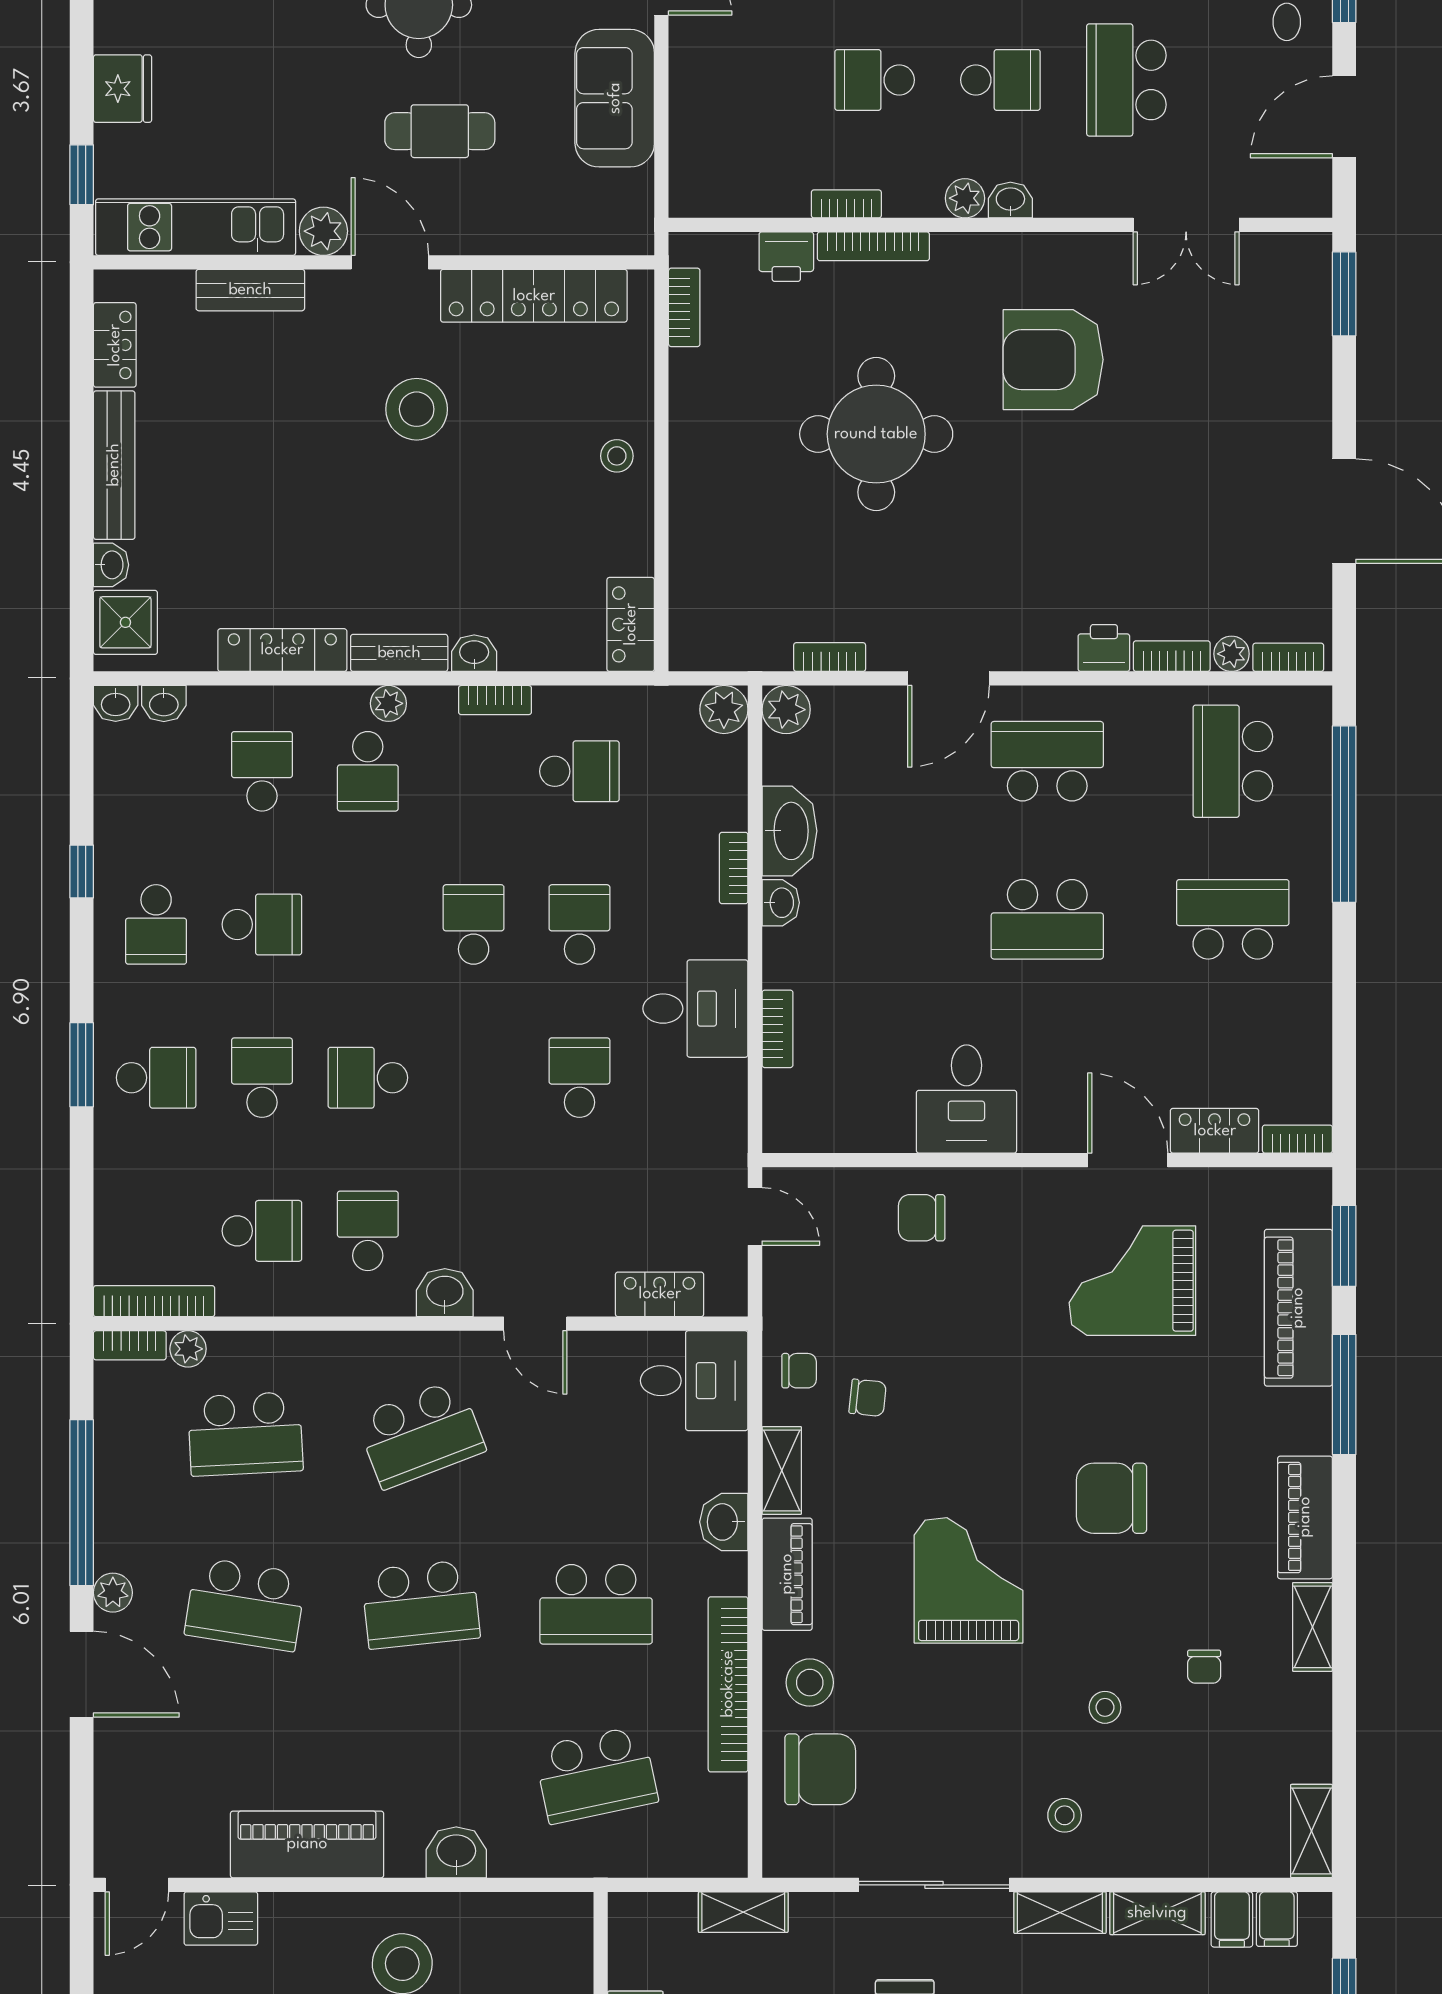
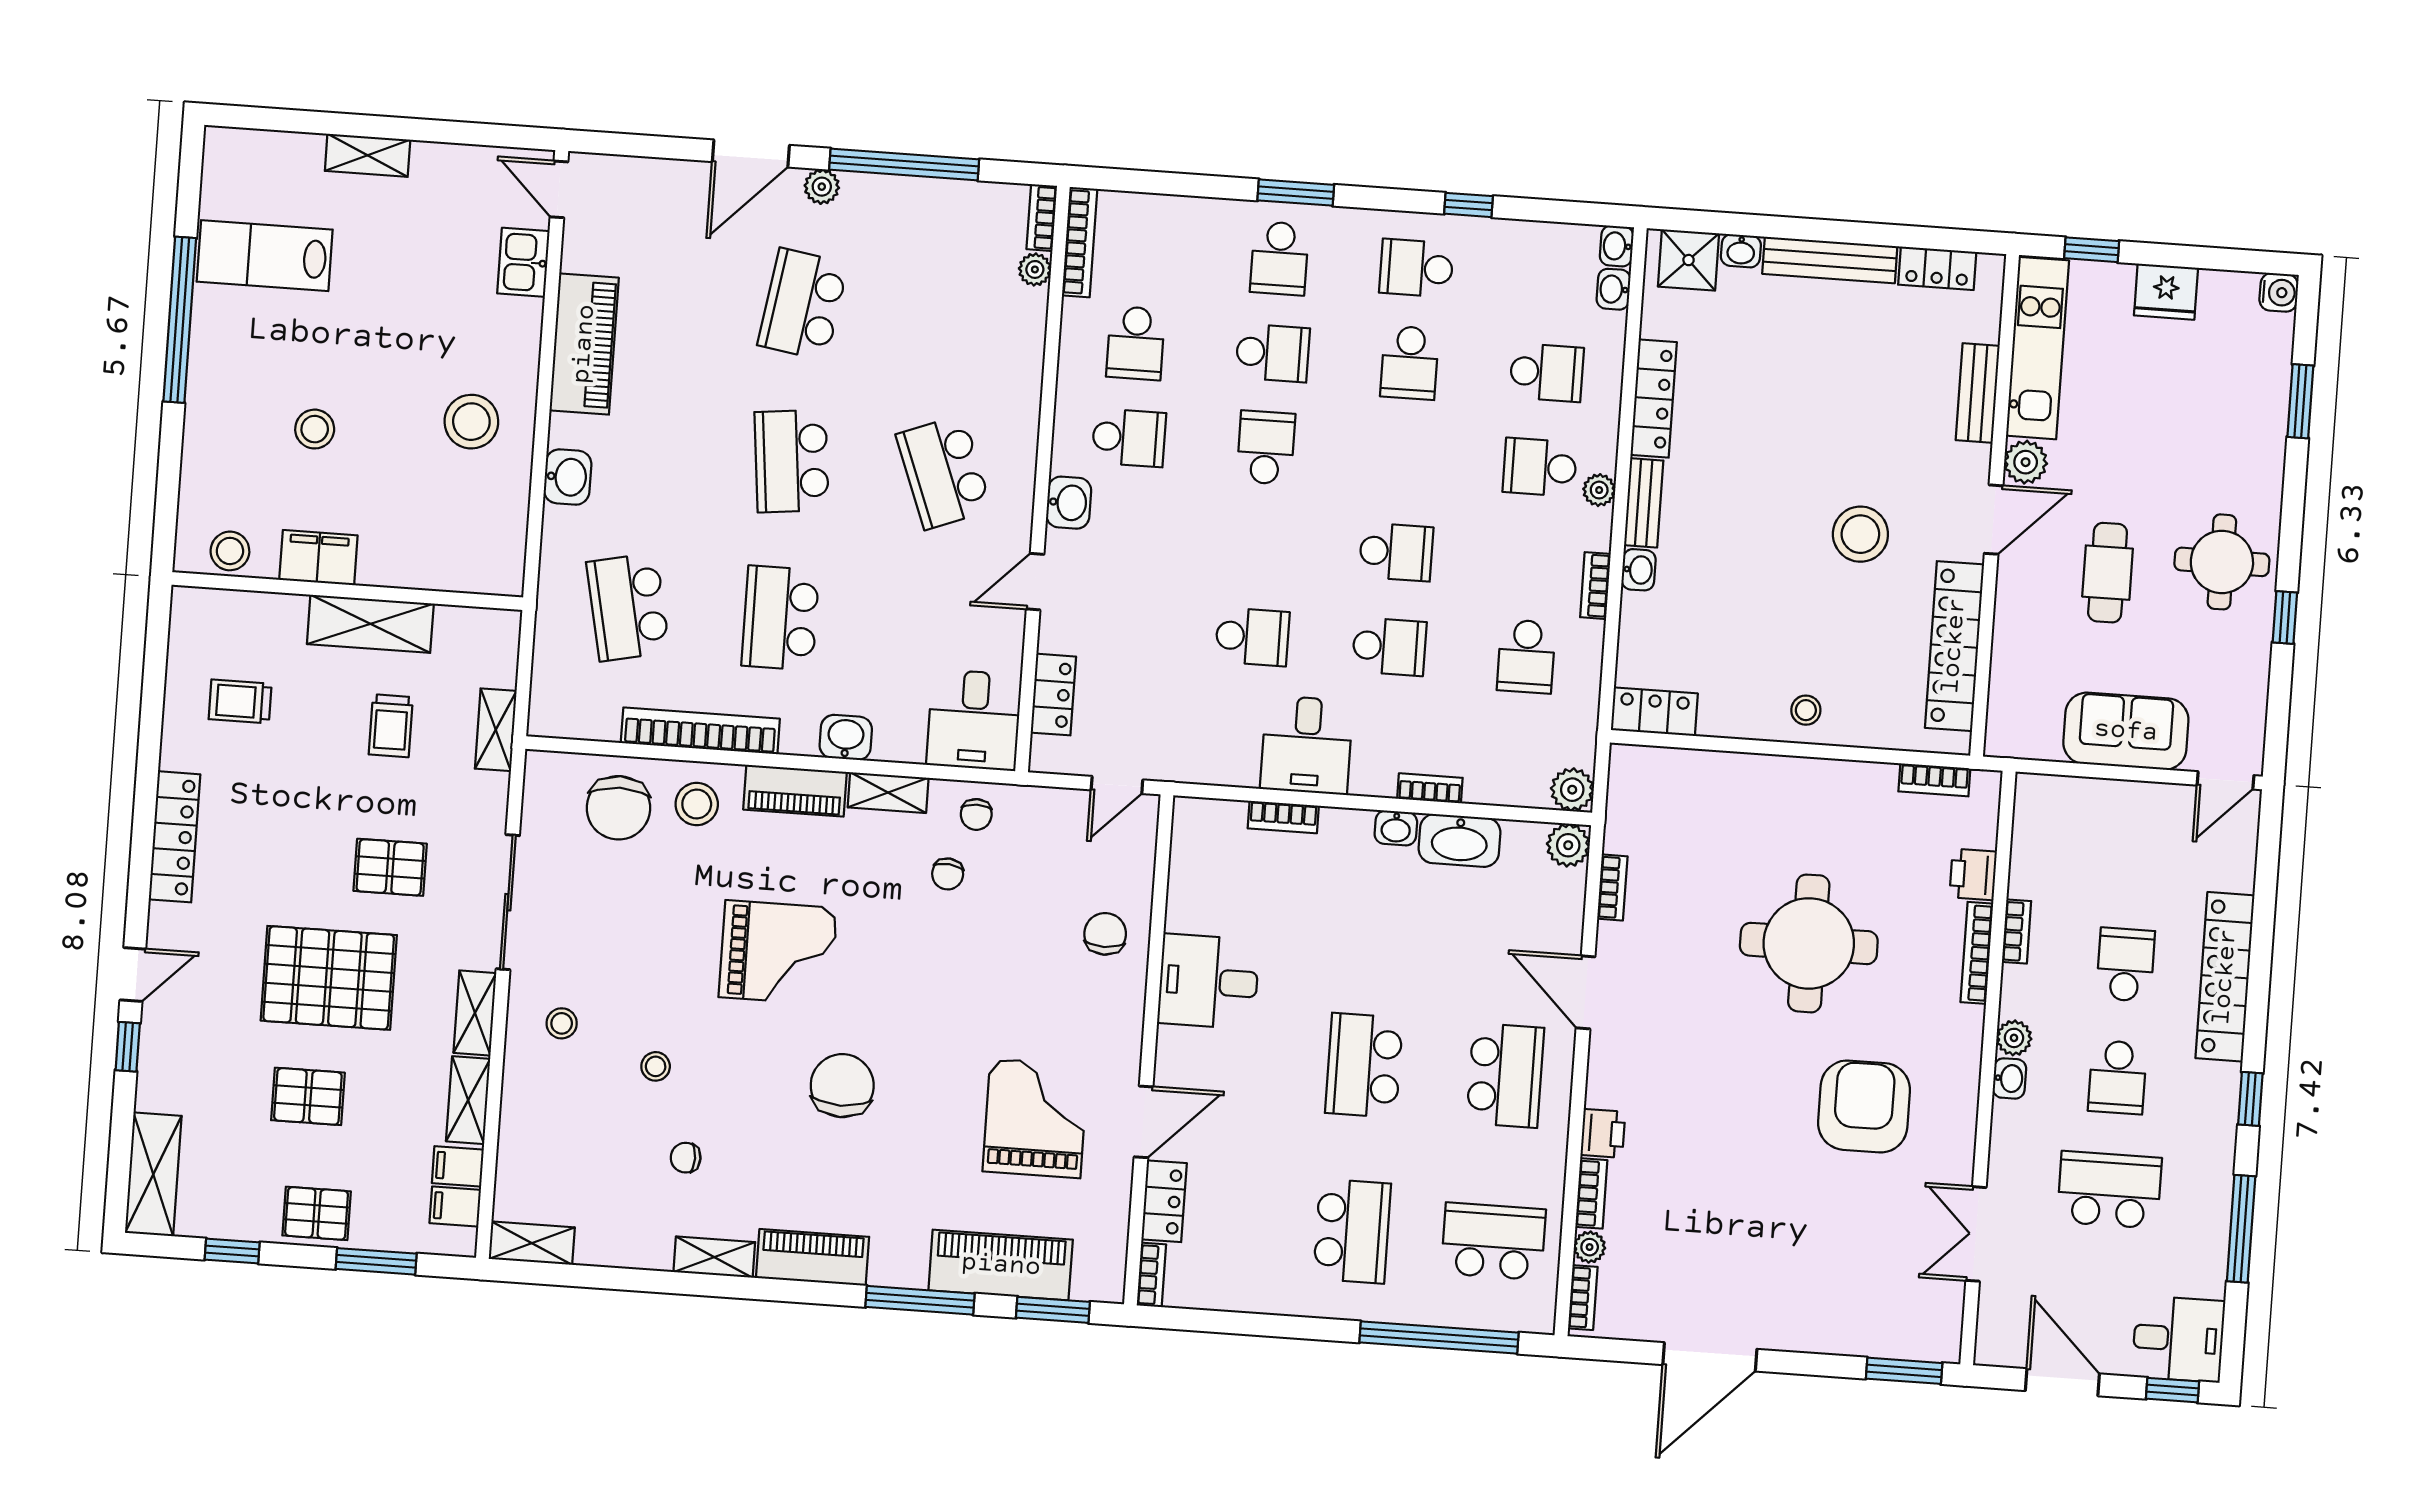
school desk: (245, 1434) -> (955, 315), removed

